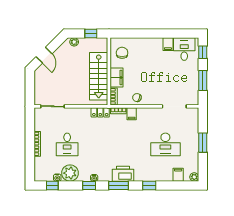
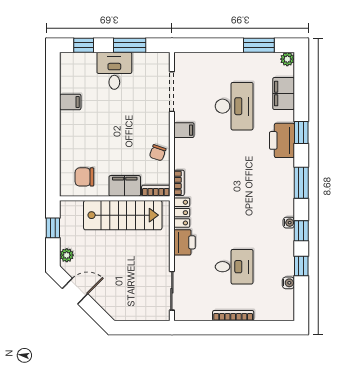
desk: (184, 49) -> (114, 71), moved, turned 90
door: (44, 55) -> (75, 291), moved
printer: (82, 114) -> (185, 242), added
filing cabinet: (132, 114) -> (184, 130), moved
window: (203, 143) -> (259, 45), moved
plant: (70, 173) -> (281, 262), removed
printer: (123, 174) -> (282, 140), moved
filing cabinet: (178, 175) -> (284, 94), width x2.00
window: (52, 185) -> (301, 266), moved

